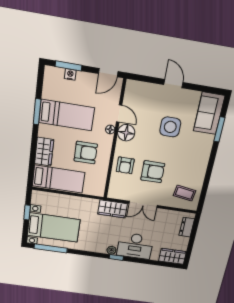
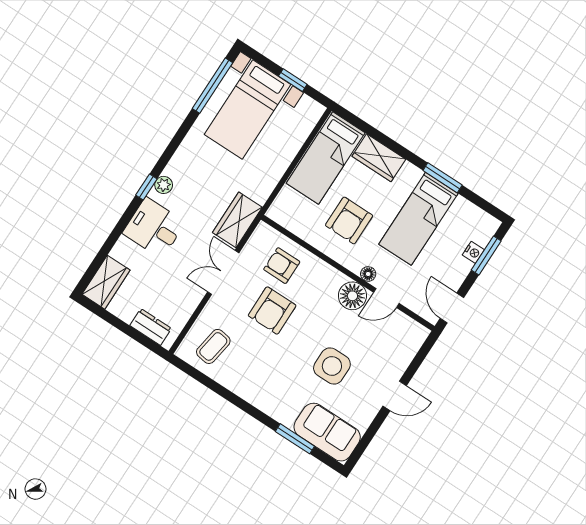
armchair: (125, 165) -> (282, 266), moved
desk: (135, 246) -> (154, 228), width x0.73

